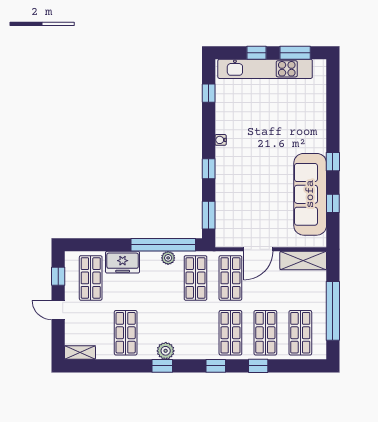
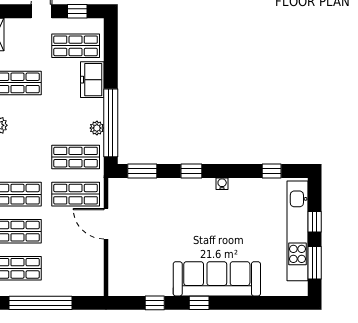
sofa: (310, 194) -> (217, 279), moved
shelving: (303, 261) -> (94, 271), removed

